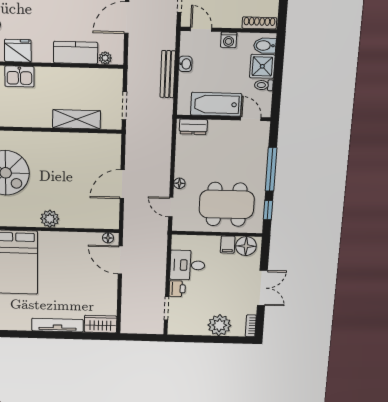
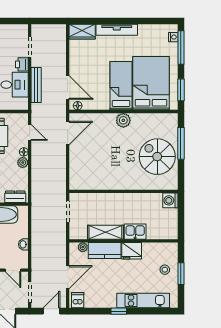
fridge: (18, 51) -> (132, 251), moved
bench: (168, 74) -> (36, 85), moved
kitchen sink: (19, 76) -> (135, 232), moved
shelving: (76, 119) -> (105, 232), moved
plant: (181, 170) -> (23, 163), added
door: (122, 184) -> (68, 133), moved
bed: (52, 260) -> (121, 86), added

